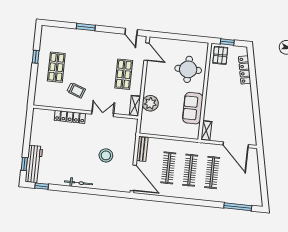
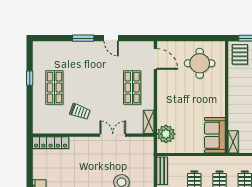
door: (131, 32) -> (111, 38), moved
round table: (188, 69) -> (200, 63), moved
plant: (150, 103) -> (166, 134), moved
sofa: (193, 108) -> (215, 135), moved
locker: (70, 117) -> (51, 143), moved

